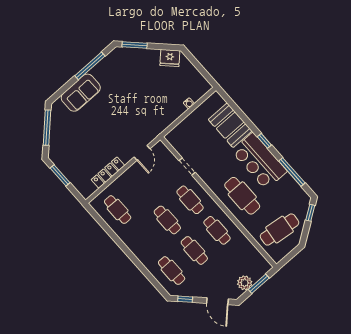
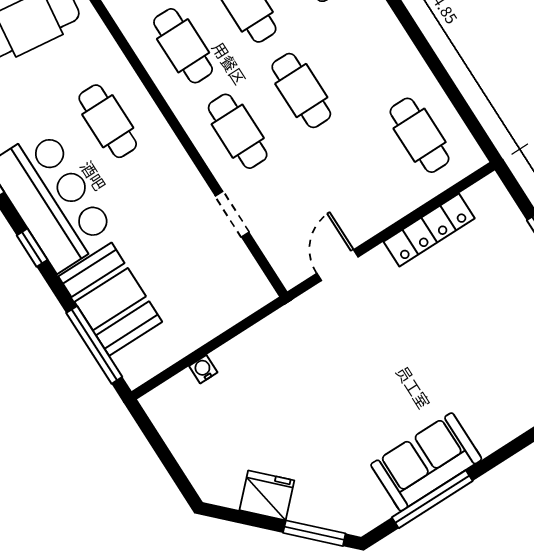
fridge: (170, 58) -> (267, 495), moved
sofa: (81, 93) -> (426, 462), moved
window: (234, 106) -> (94, 345), added
cafe table: (242, 196) -> (108, 121), width x0.73, depth x0.74

